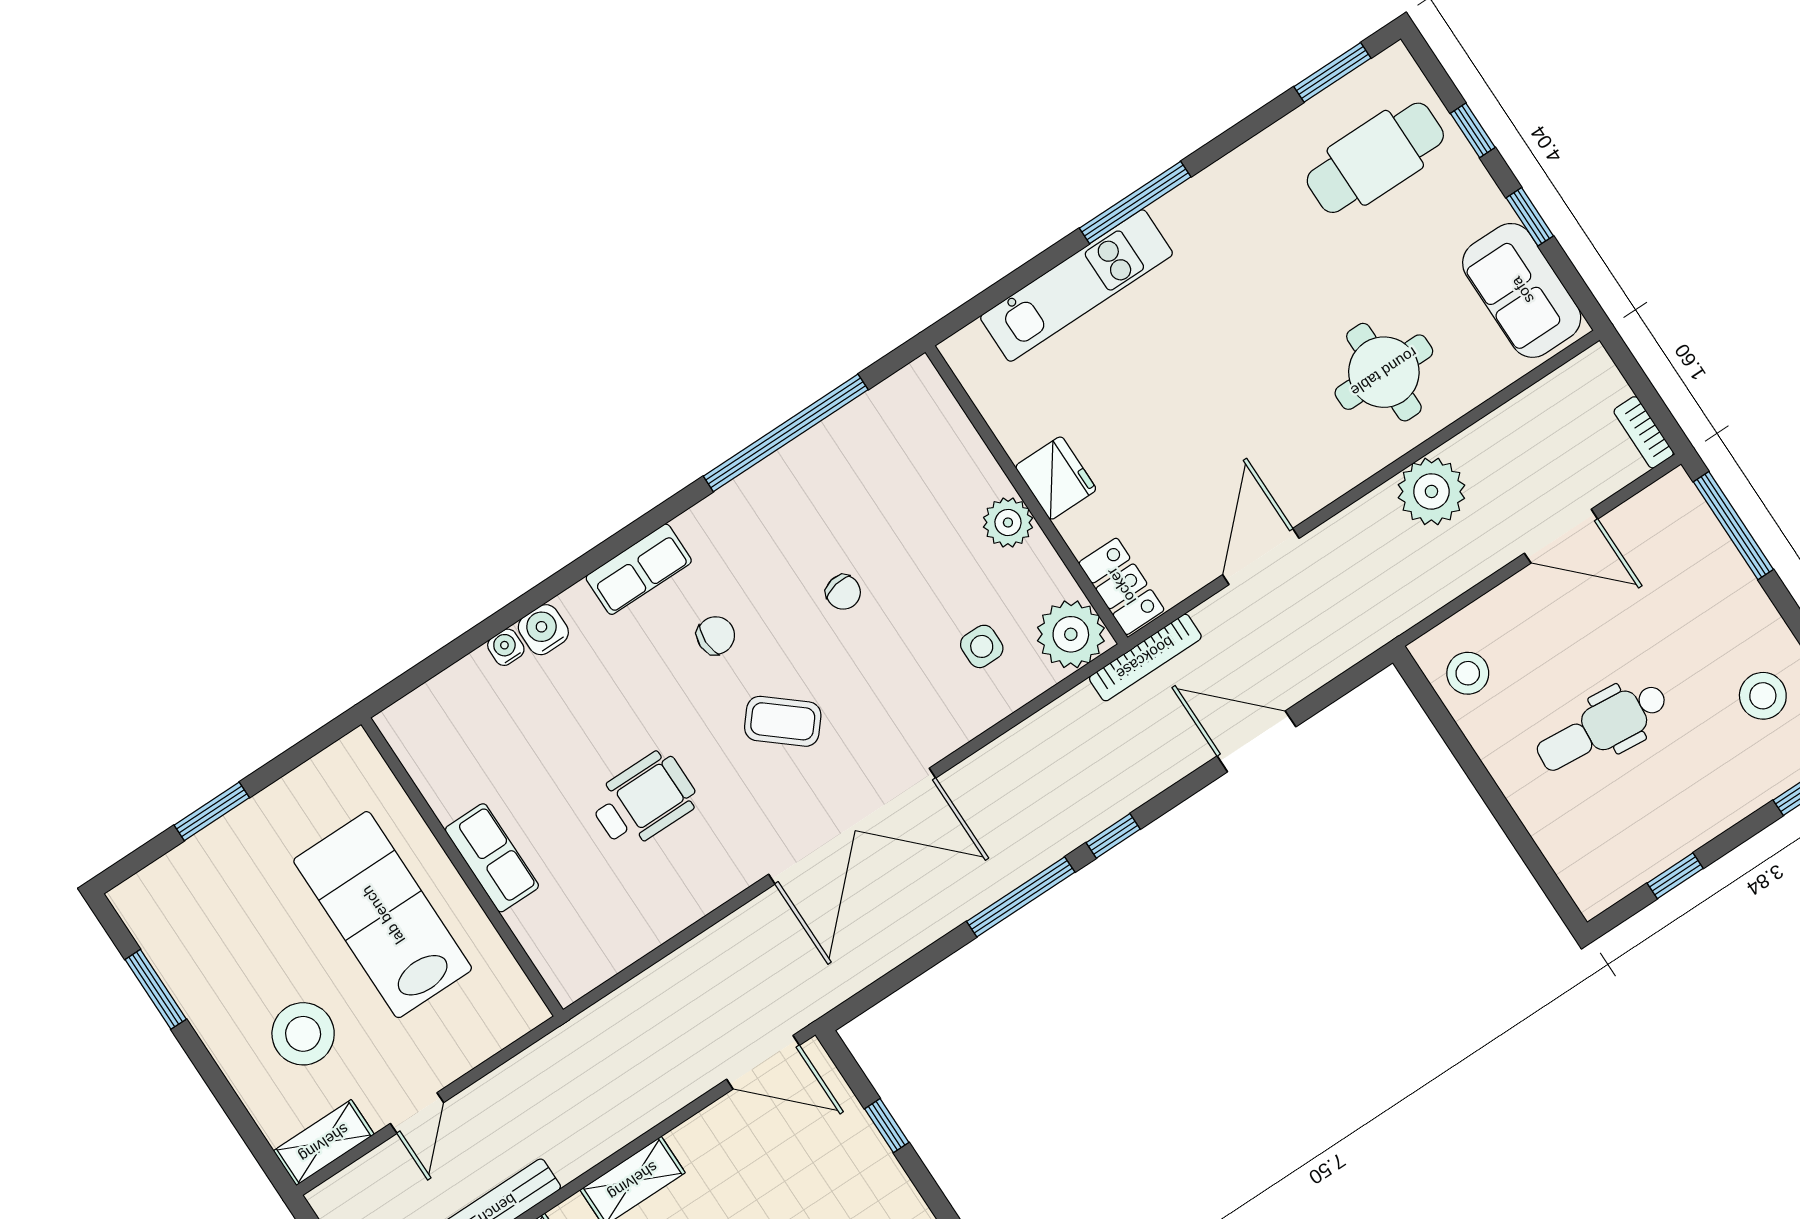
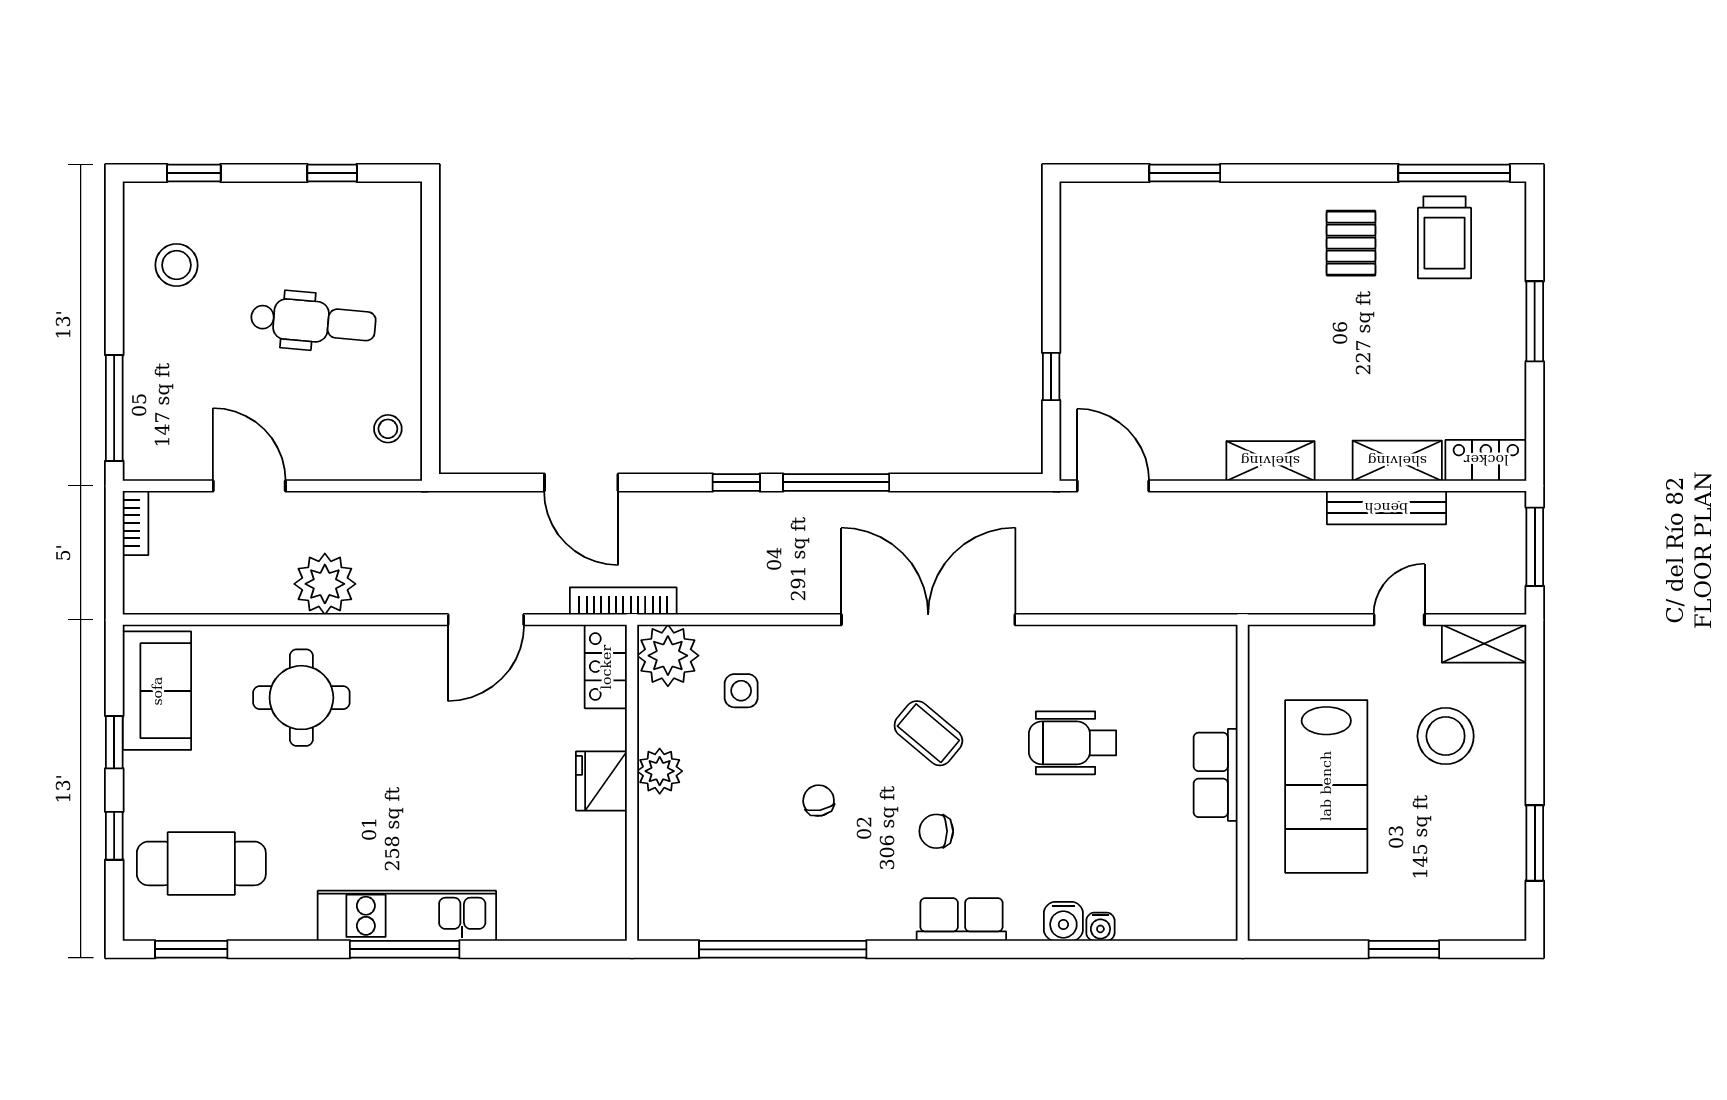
kitchen unit: (1077, 286) -> (407, 916), moved
stool: (1468, 673) -> (388, 429), width x0.73, depth x0.73

